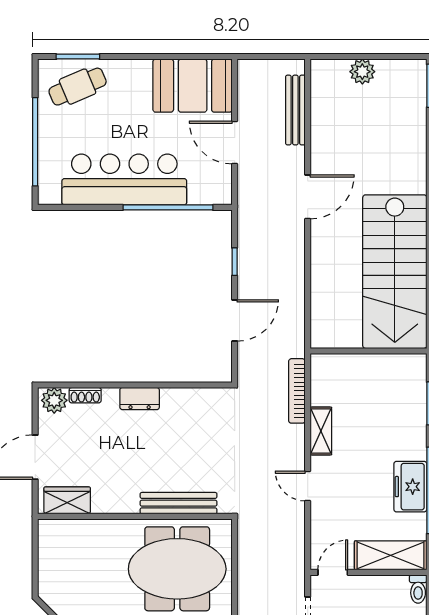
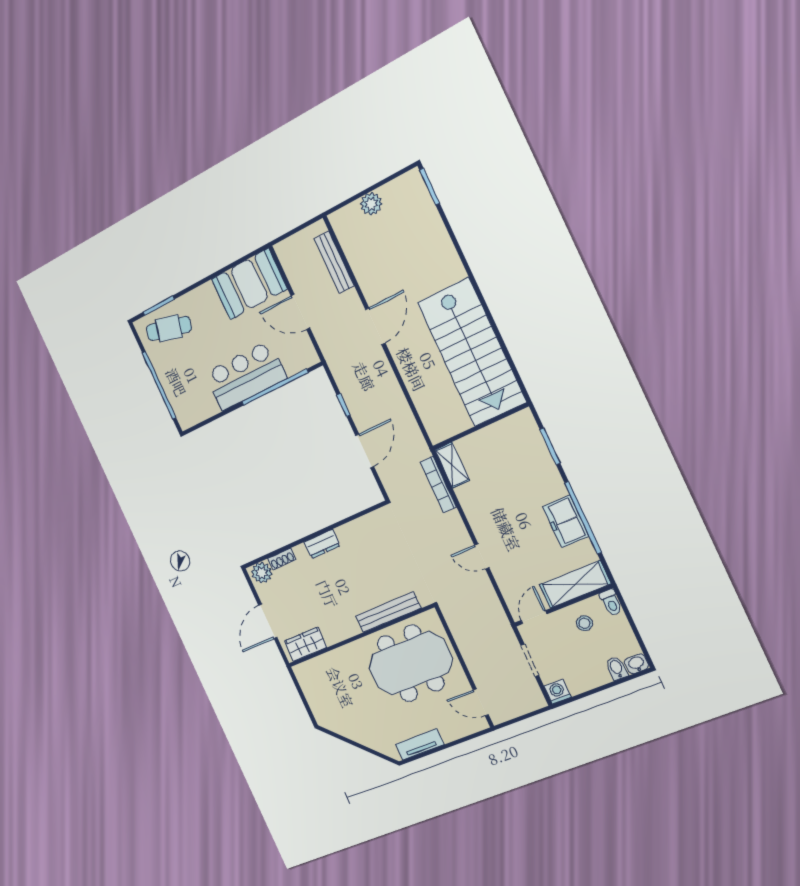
cafe table: (78, 87) -> (169, 328), turned 37
bar counter: (124, 180) -> (246, 376), width x0.73
shelving: (321, 431) -> (452, 465), moved
stool: (382, 600) -> (584, 623), added

